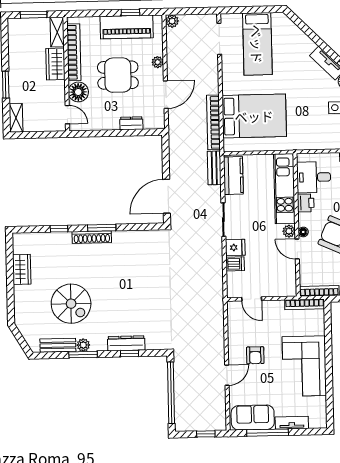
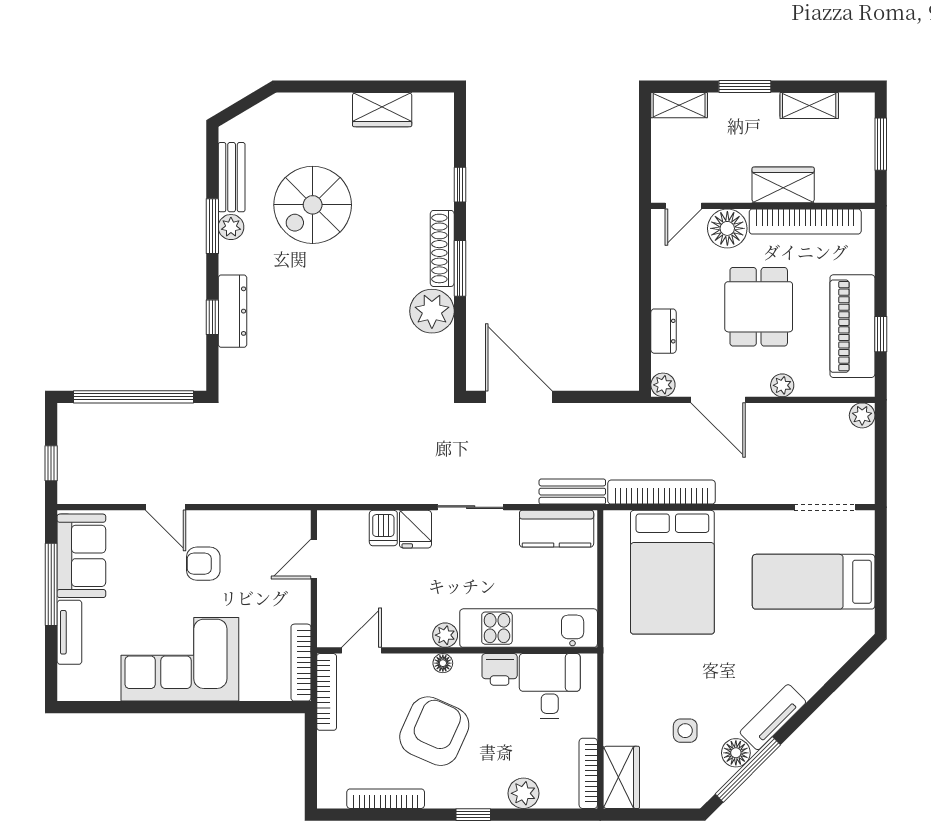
shelving: (57, 32) -> (809, 106), moved
plant: (159, 123) -> (663, 385), added
plant: (124, 242) -> (432, 311), added
door: (297, 249) -> (361, 650), moved

